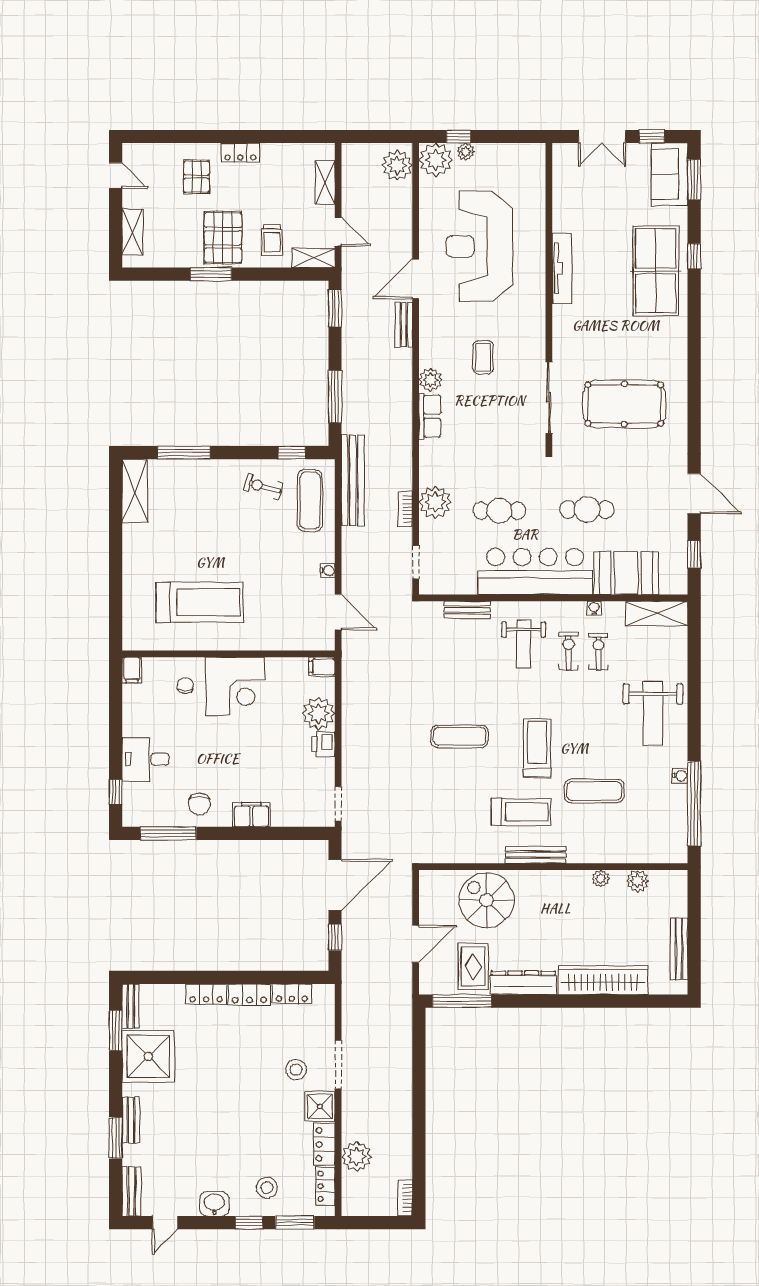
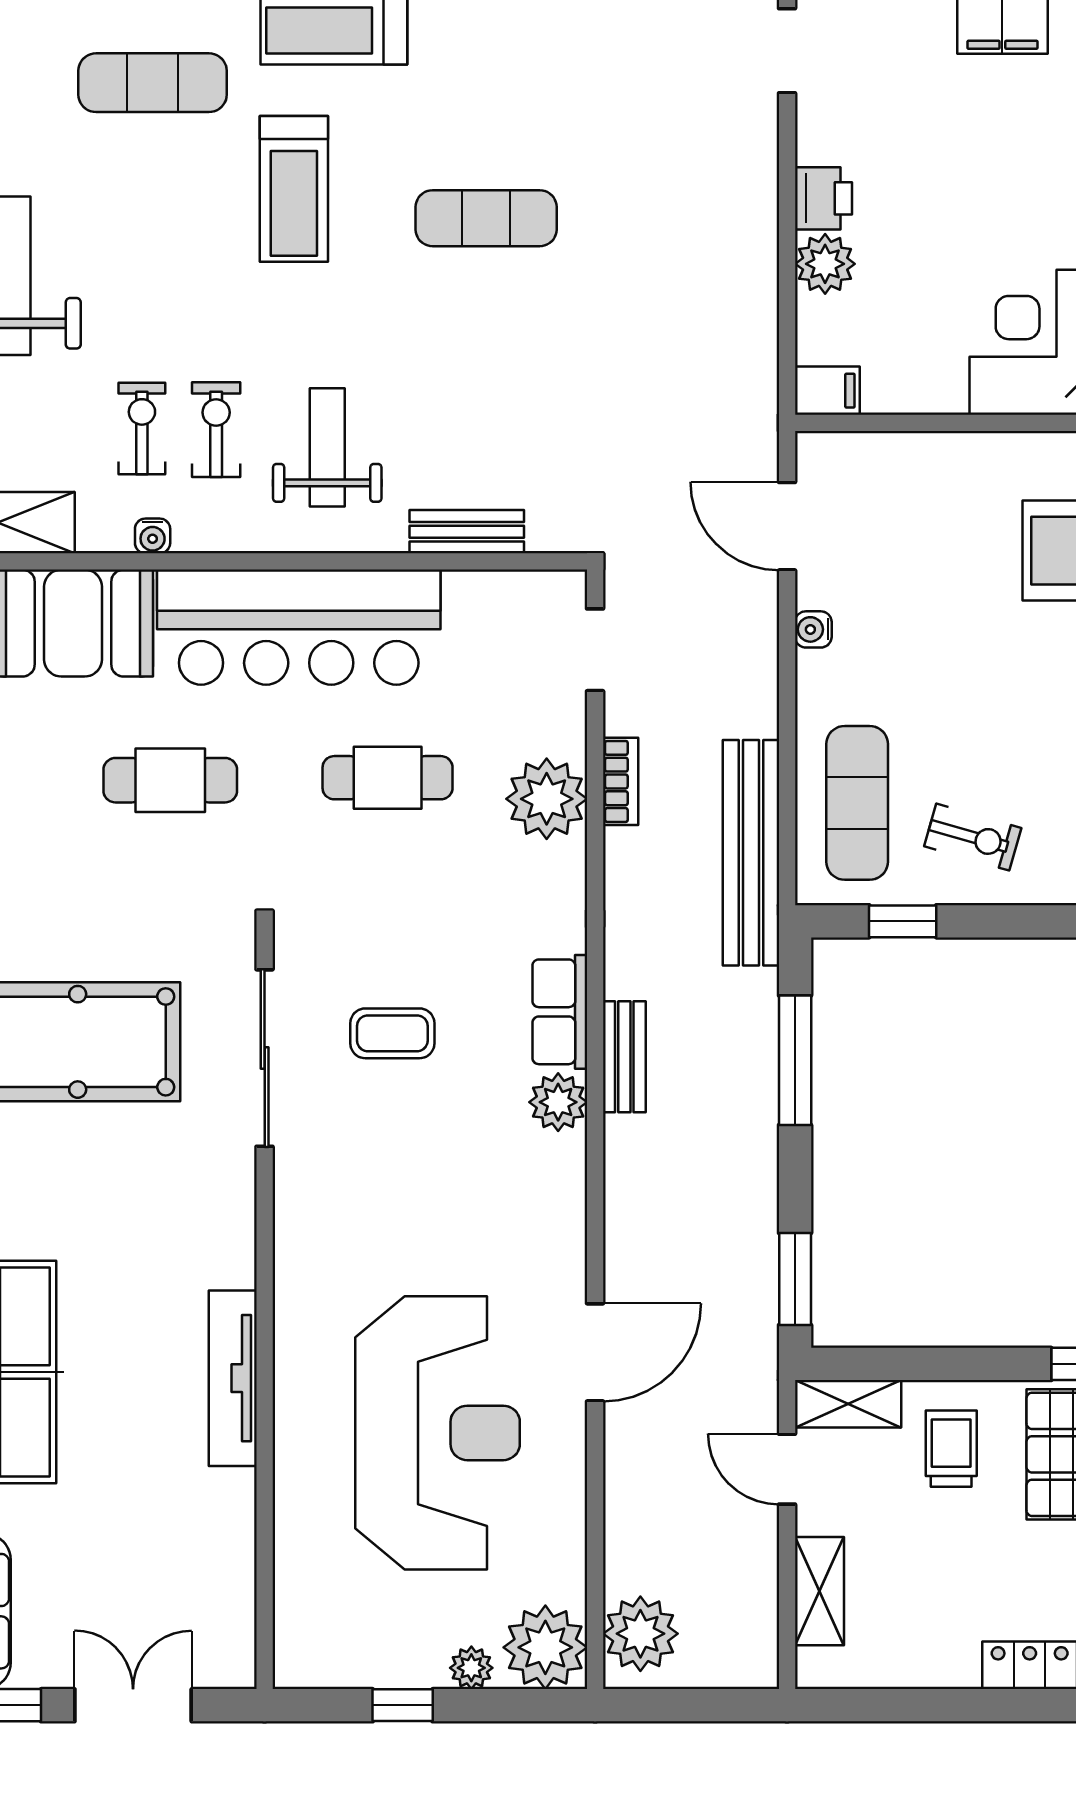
window: (459, 137) -> (403, 1705), moved
bench: (404, 325) -> (624, 1057), moved
coffee table: (483, 357) -> (392, 1033), moved, turned 90
exercise bike: (569, 651) -> (216, 430), turned 180
exercise bike: (598, 652) -> (142, 428), turned 180
plant: (318, 714) -> (825, 264), width x0.73, depth x0.73

